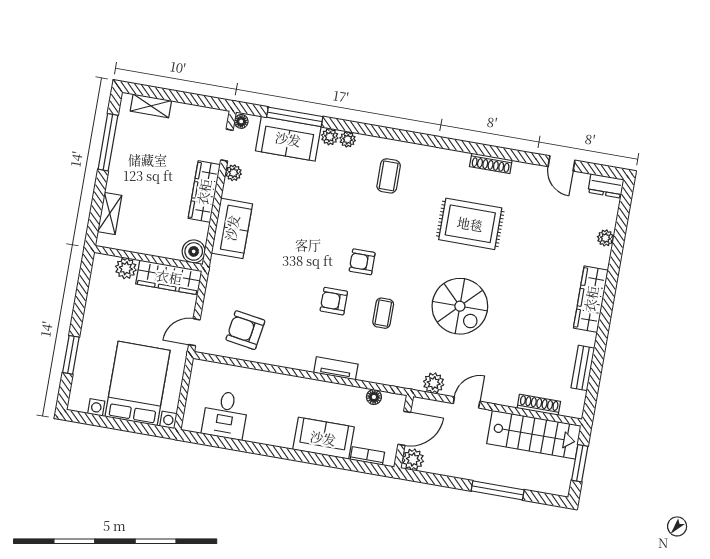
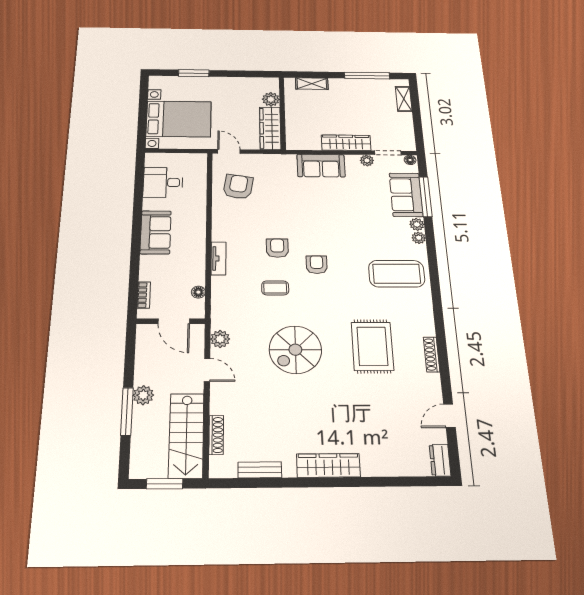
coffee table: (389, 176) -> (397, 274), width x1.86, depth x1.72
plant: (605, 238) -> (391, 469), removed
boiler: (194, 251) -> (295, 142), removed
sofa: (323, 438) -> (156, 232), moved
plant: (413, 459) -> (143, 395), moved

